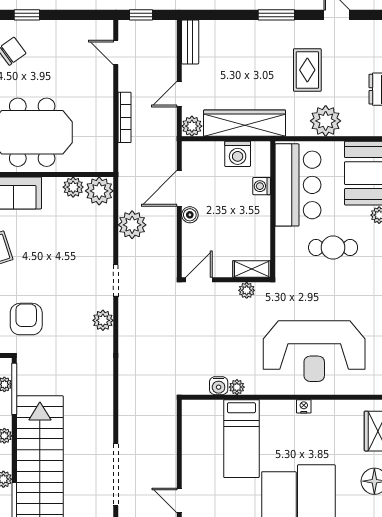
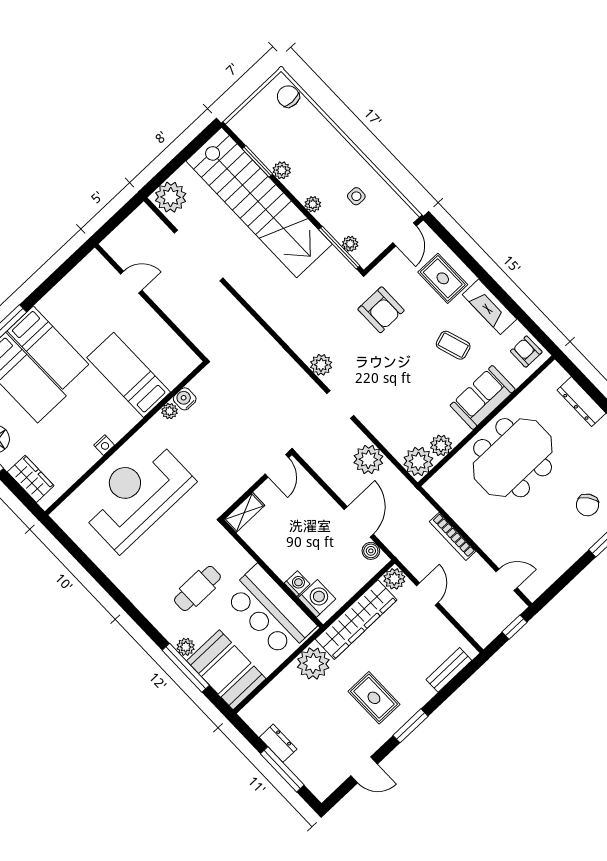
bench: (190, 42) -> (449, 670), moved, turned 90
rug: (307, 70) -> (374, 698), moved
plant: (326, 121) -> (313, 663), moved
washing machine: (238, 154) -> (317, 598), moved, turned 90
boiler: (190, 215) -> (371, 551), moved
plant: (247, 290) -> (233, 493), removed

